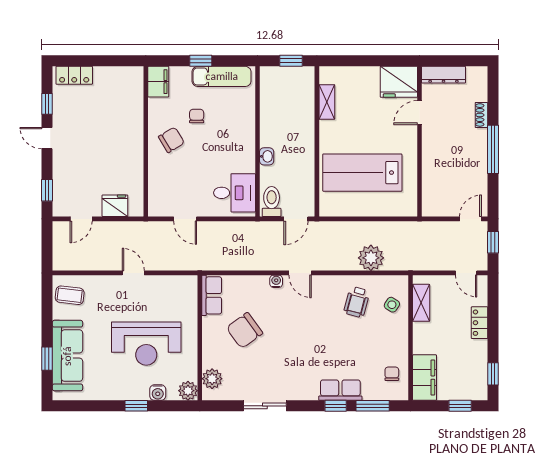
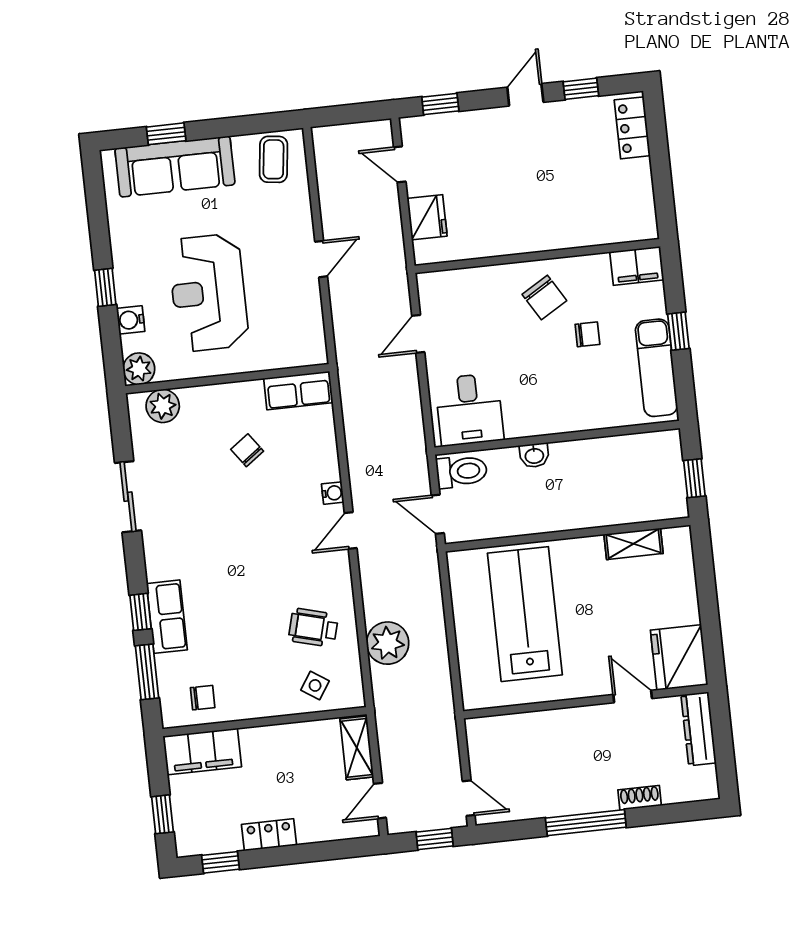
shelving: (421, 303) -> (357, 748), moved, turned 90
locker: (480, 323) -> (269, 835), moved
chair: (245, 330) -> (247, 450), width x0.54, depth x0.54

